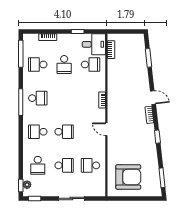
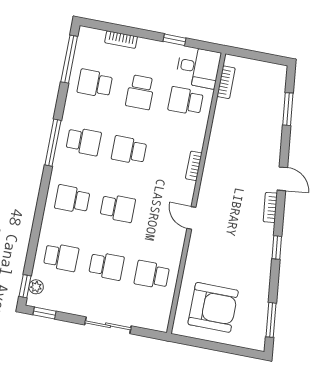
school desk: (90, 65) -> (186, 101), turned 180
school desk: (64, 98) -> (129, 150), added
school desk: (38, 165) -> (61, 257), turned -90

